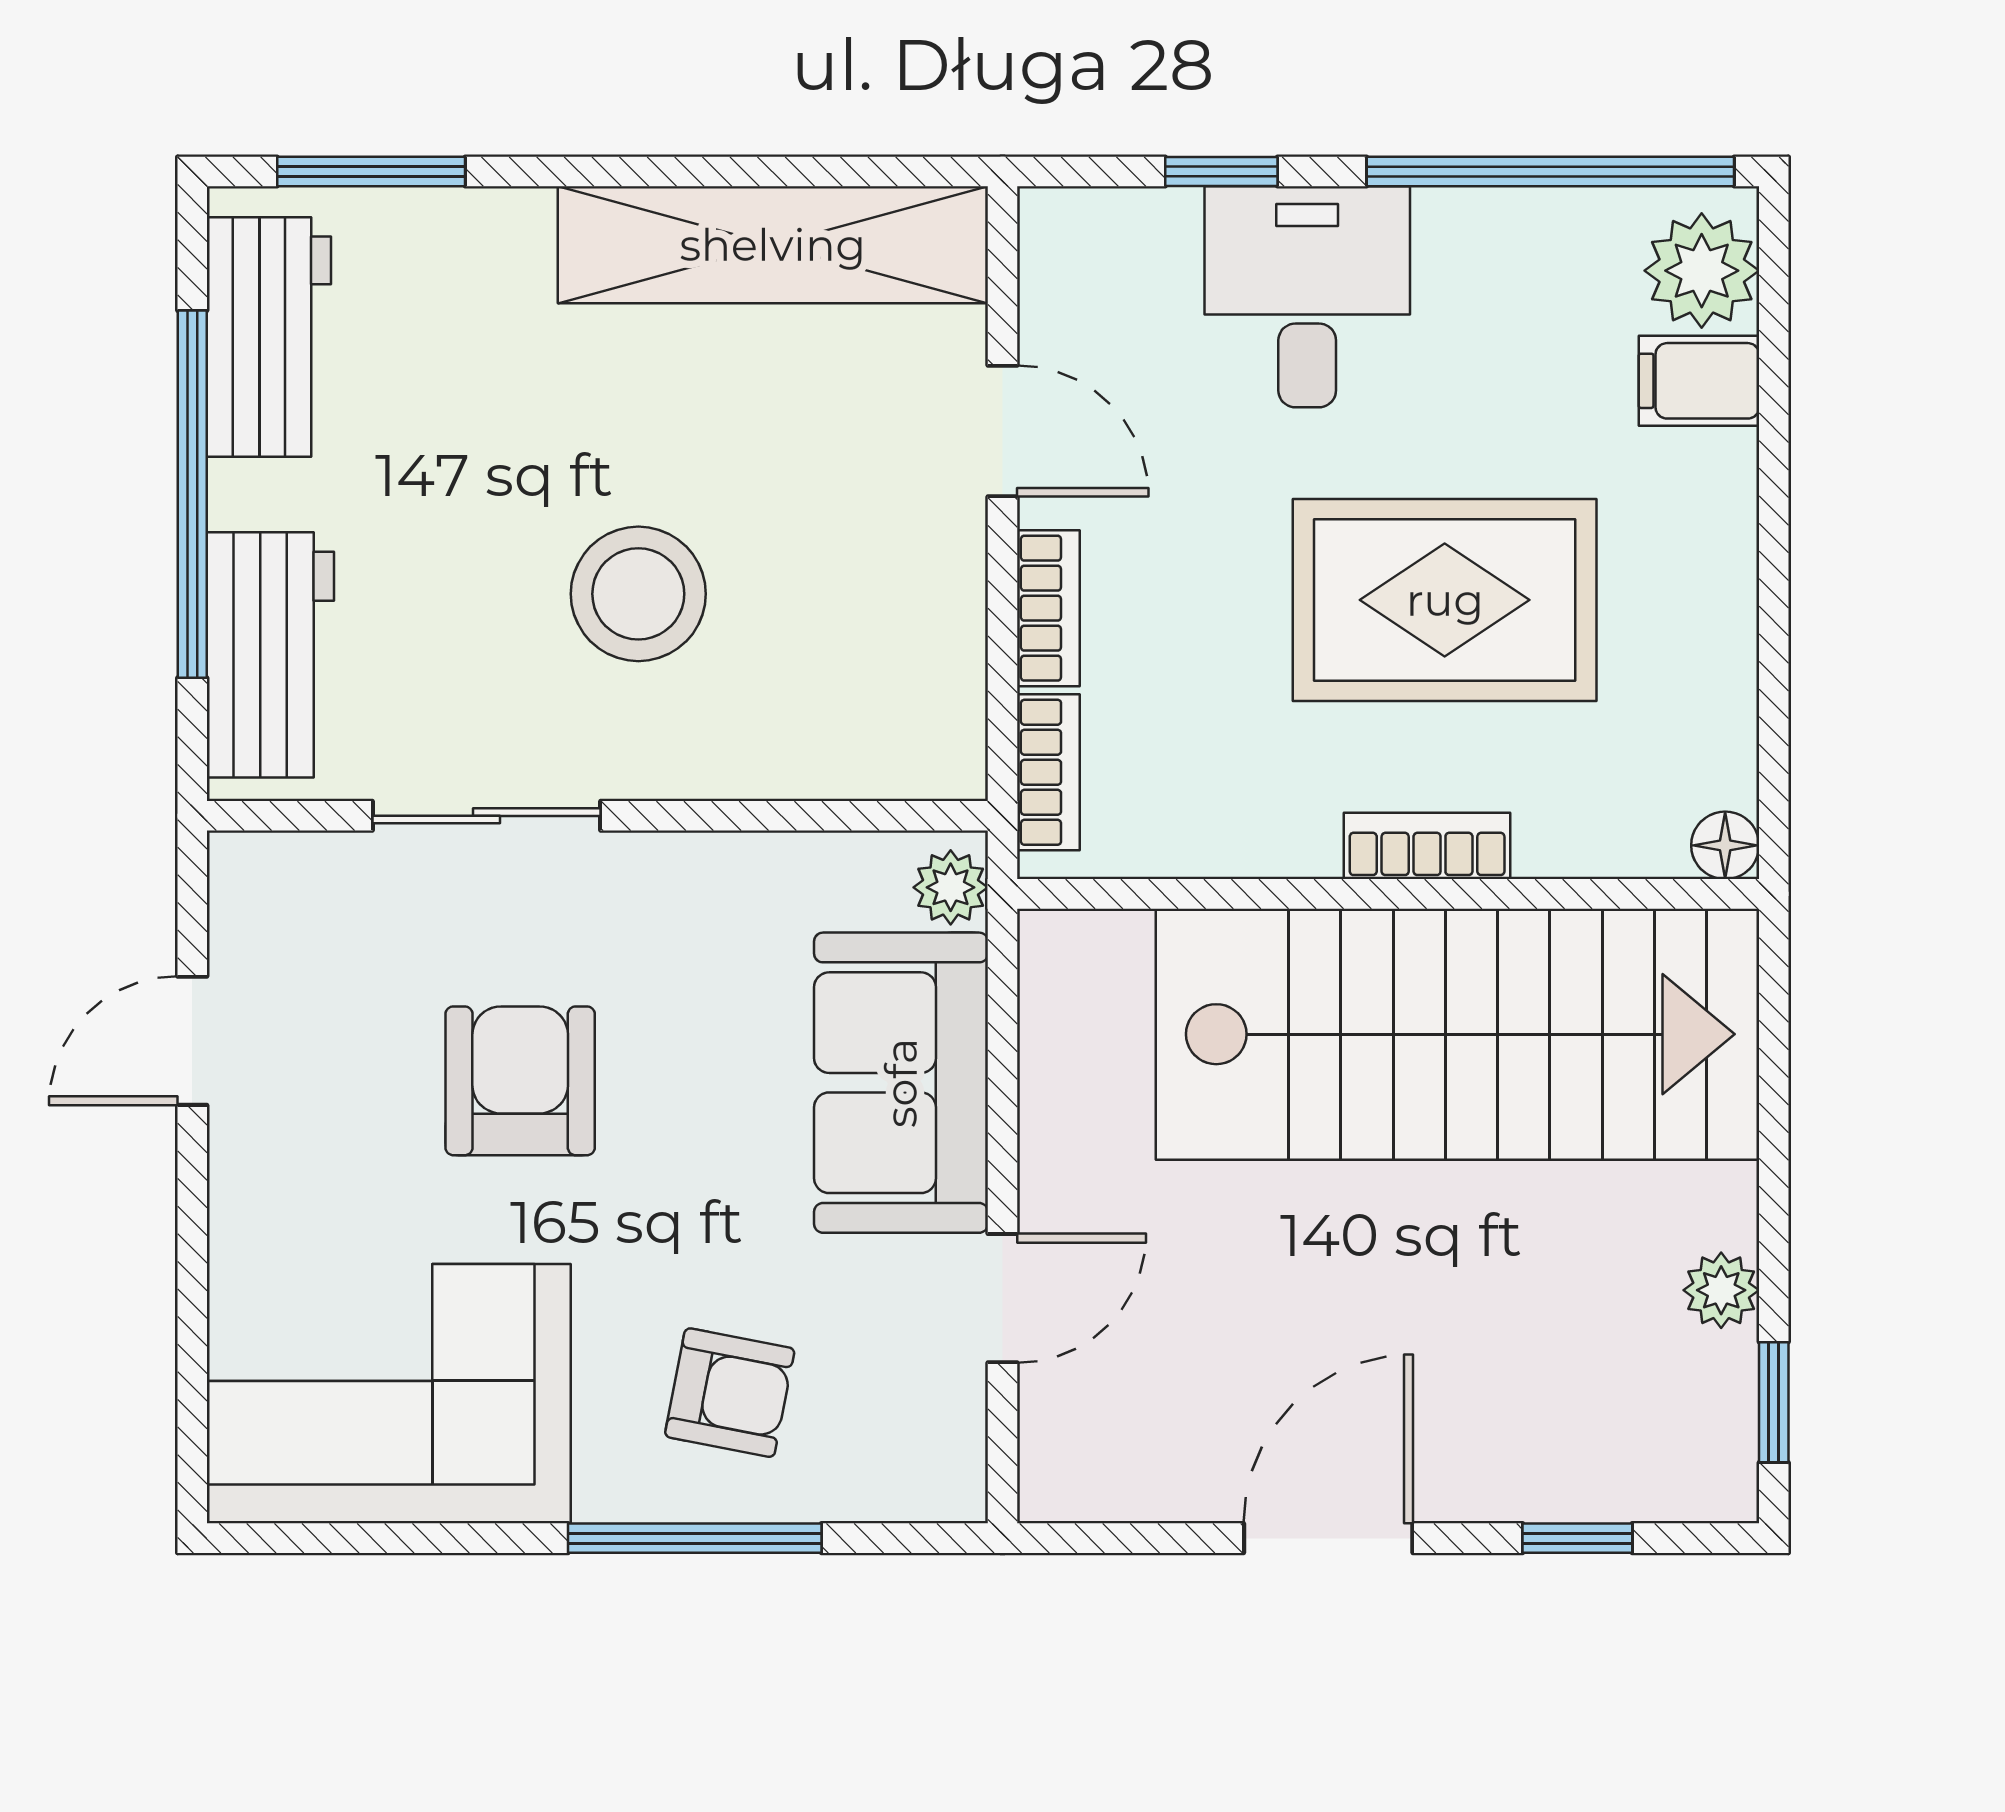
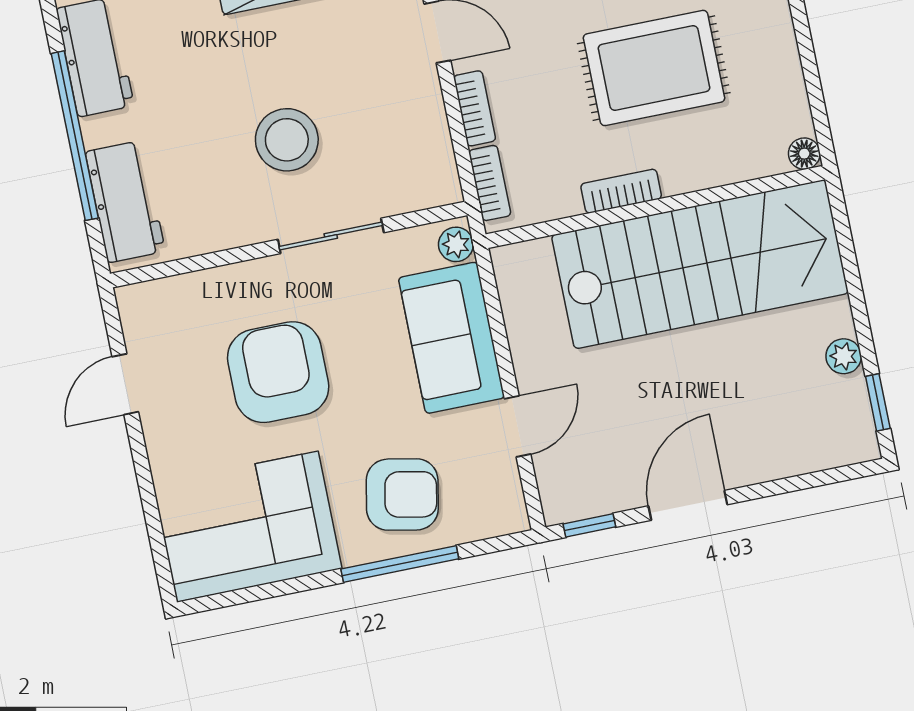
sliding door: (487, 816) -> (331, 236), moved
bookcase: (1427, 846) -> (621, 191), moved
armchair: (520, 1081) -> (278, 372), width x1.36, depth x1.36
armchair: (730, 1393) -> (402, 495), width x1.38, depth x1.38
window: (1577, 1538) -> (589, 525), moved

